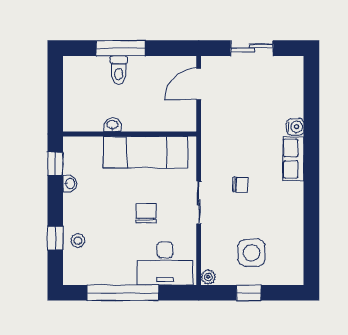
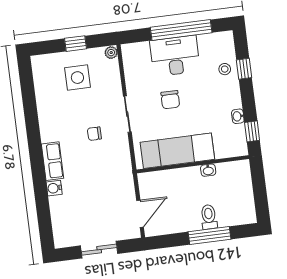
desk: (165, 263) -> (175, 56), moved

